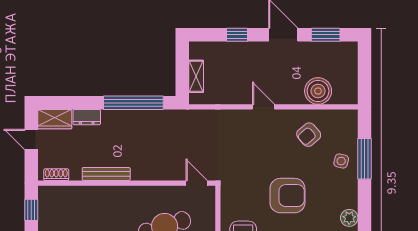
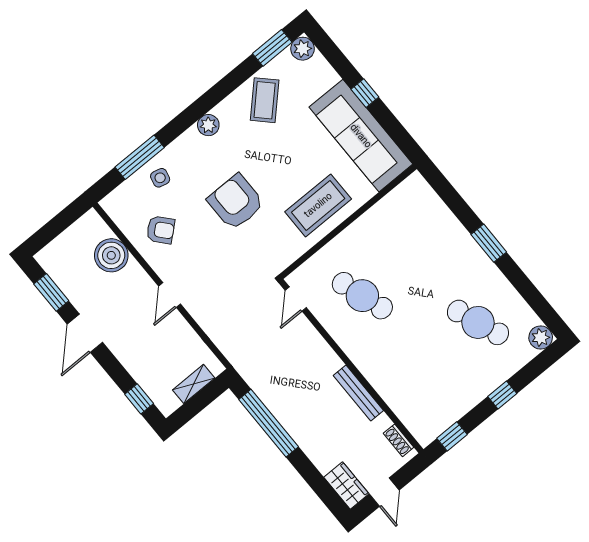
window: (237, 35) -> (139, 399), moved
dresser: (87, 117) -> (319, 457), removed

